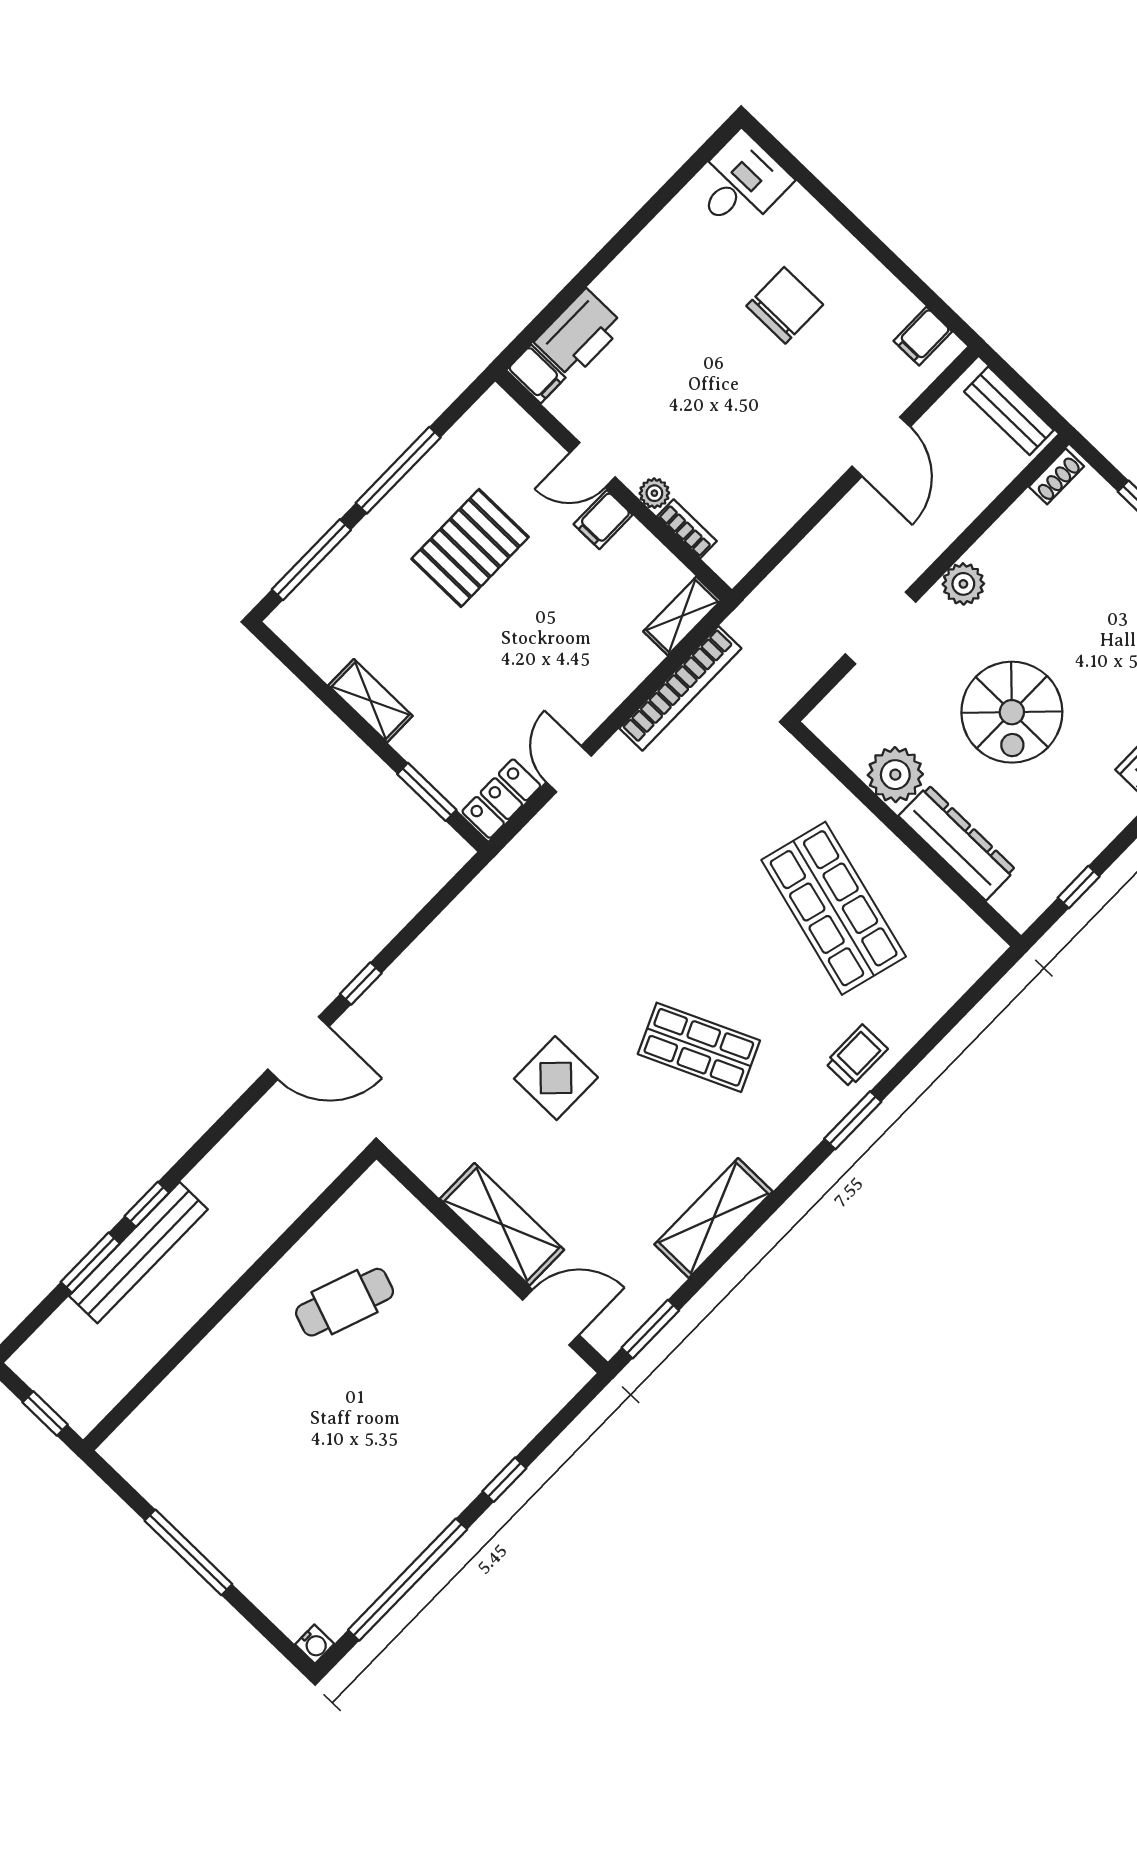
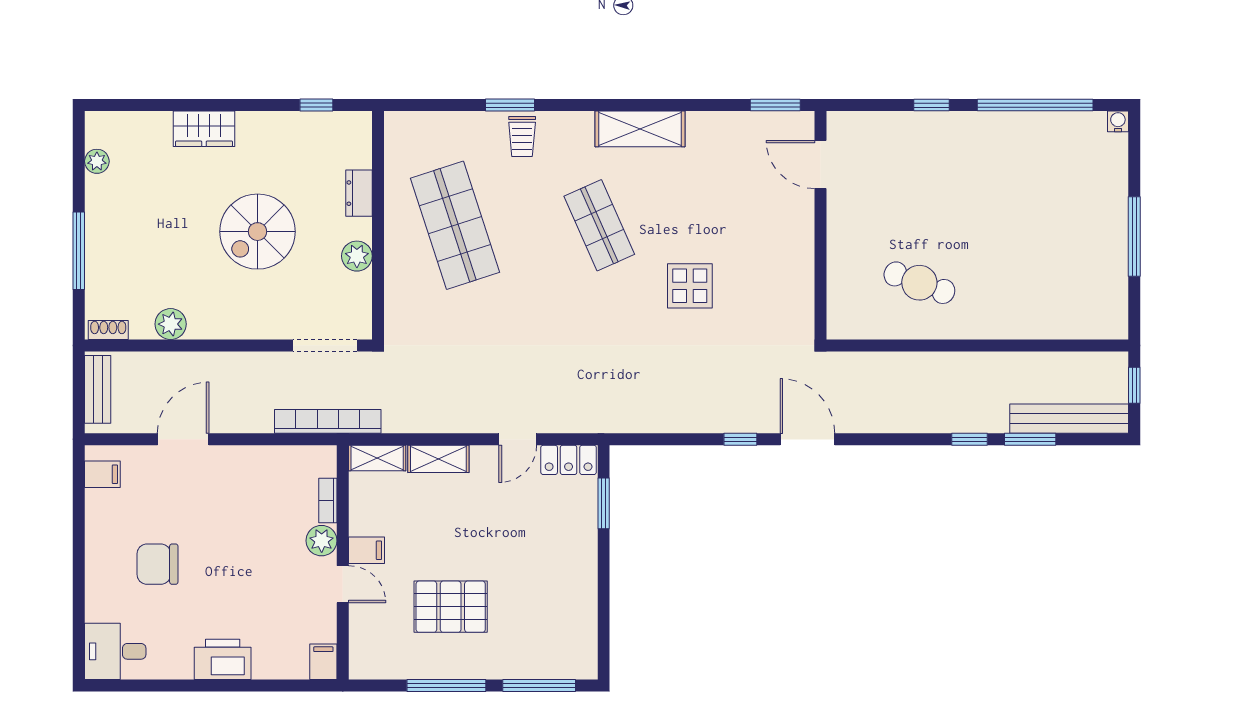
printer: (579, 334) -> (223, 659), moved
plant: (654, 493) -> (322, 541), width x1.38, depth x1.38
plant: (963, 584) -> (171, 324), moved
doorway: (881, 628) -> (325, 345), moved
bookcase: (680, 688) -> (328, 421), moved
shelving: (370, 701) -> (438, 459), moved, turned 90
spiral stairs: (1012, 712) -> (258, 232), turned 180
plant: (895, 775) -> (357, 256), width x0.73, depth x0.73
dresser: (957, 843) -> (359, 193), width x0.51, depth x0.80
shop shelf: (834, 908) -> (455, 225), turned -33
trolley: (856, 1056) -> (522, 137), turned -90
window: (853, 1120) -> (510, 105), moved
shelving: (714, 1218) -> (640, 129), moved
shelving: (502, 1224) -> (796, 239), removed
bench: (138, 1253) -> (1069, 419), moved

